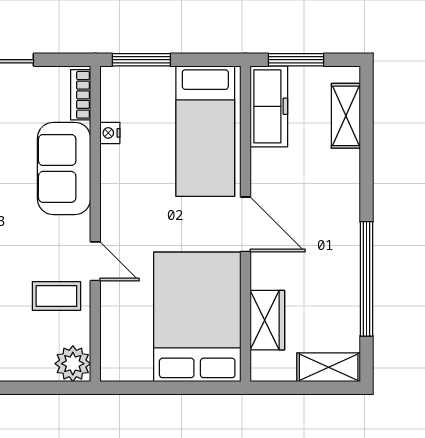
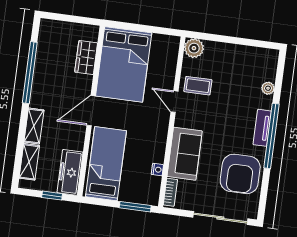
window: (296, 60) -> (52, 196), width x0.67
door: (245, 224) -> (91, 111), hinge flipped
shelving: (329, 367) -> (34, 126), moved, turned 90

